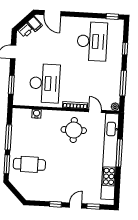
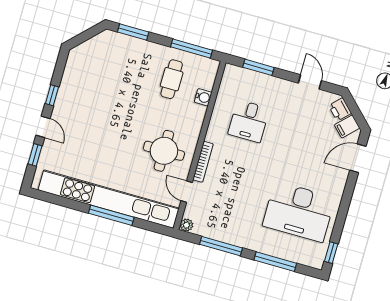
window: (125, 49) -> (275, 262), width x2.17
desk: (45, 83) -> (249, 121), width x0.53, depth x0.77
door: (95, 111) -> (187, 192), swing flipped
window: (8, 137) -> (192, 48), moved
cafe table: (29, 164) -> (172, 79), moved, width x0.73, depth x0.74

